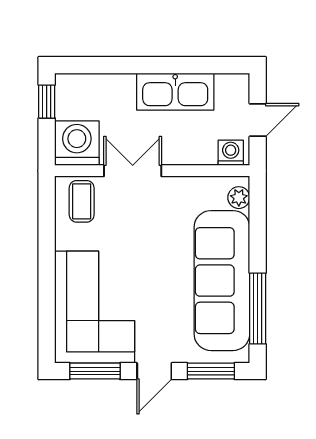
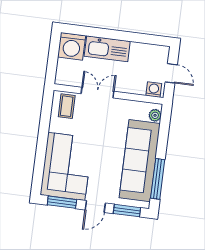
kitchen sink: (175, 92) -> (107, 49), moved
window: (47, 102) -> (54, 48), removed
door: (258, 120) -> (171, 73), hinge flipped
washing machine: (77, 143) -> (72, 46), moved, turned 180

